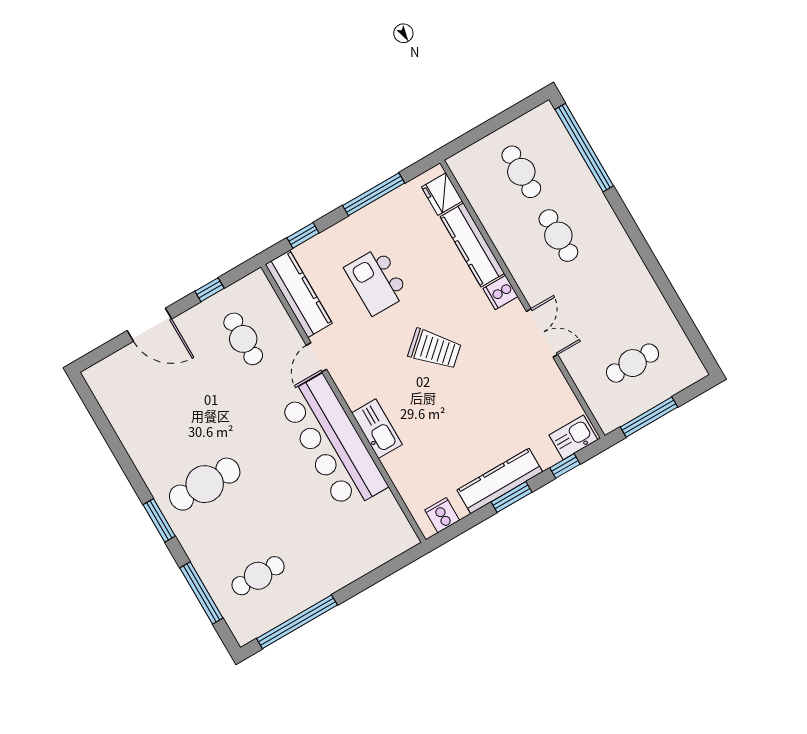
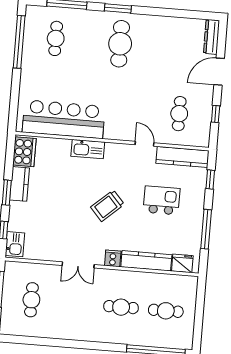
cafe table: (243, 339) -> (179, 114), turned 90
dresser: (110, 367) -> (212, 37), added
bar counter: (333, 443) -> (64, 119), moved
kitchen counter: (500, 481) -> (20, 184), width x0.67
cooker: (442, 515) -> (24, 152), width x1.87, depth x1.31

